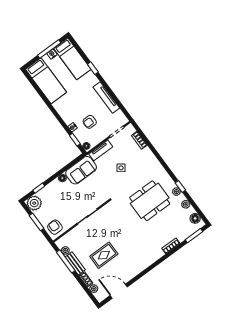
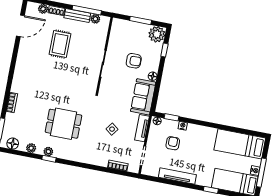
dining table: (150, 201) -> (64, 124), width x0.73
armchair: (55, 227) -> (134, 61), moved

